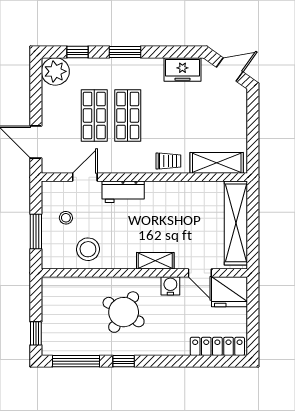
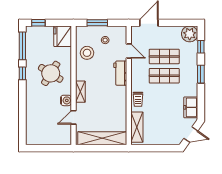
door: (230, 69) -> (191, 135), hinge flipped
fridge: (230, 292) -> (63, 36), moved
locker: (217, 346) -> (31, 128), removed

